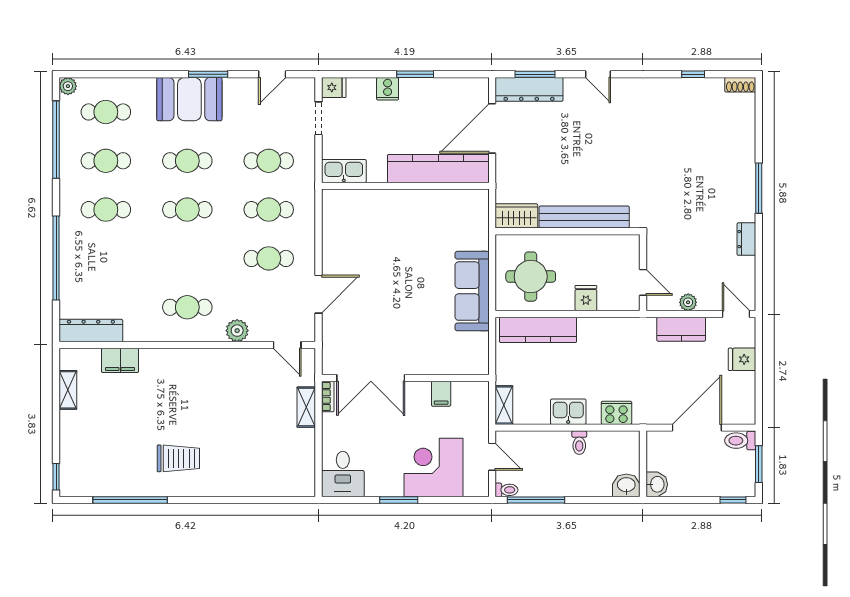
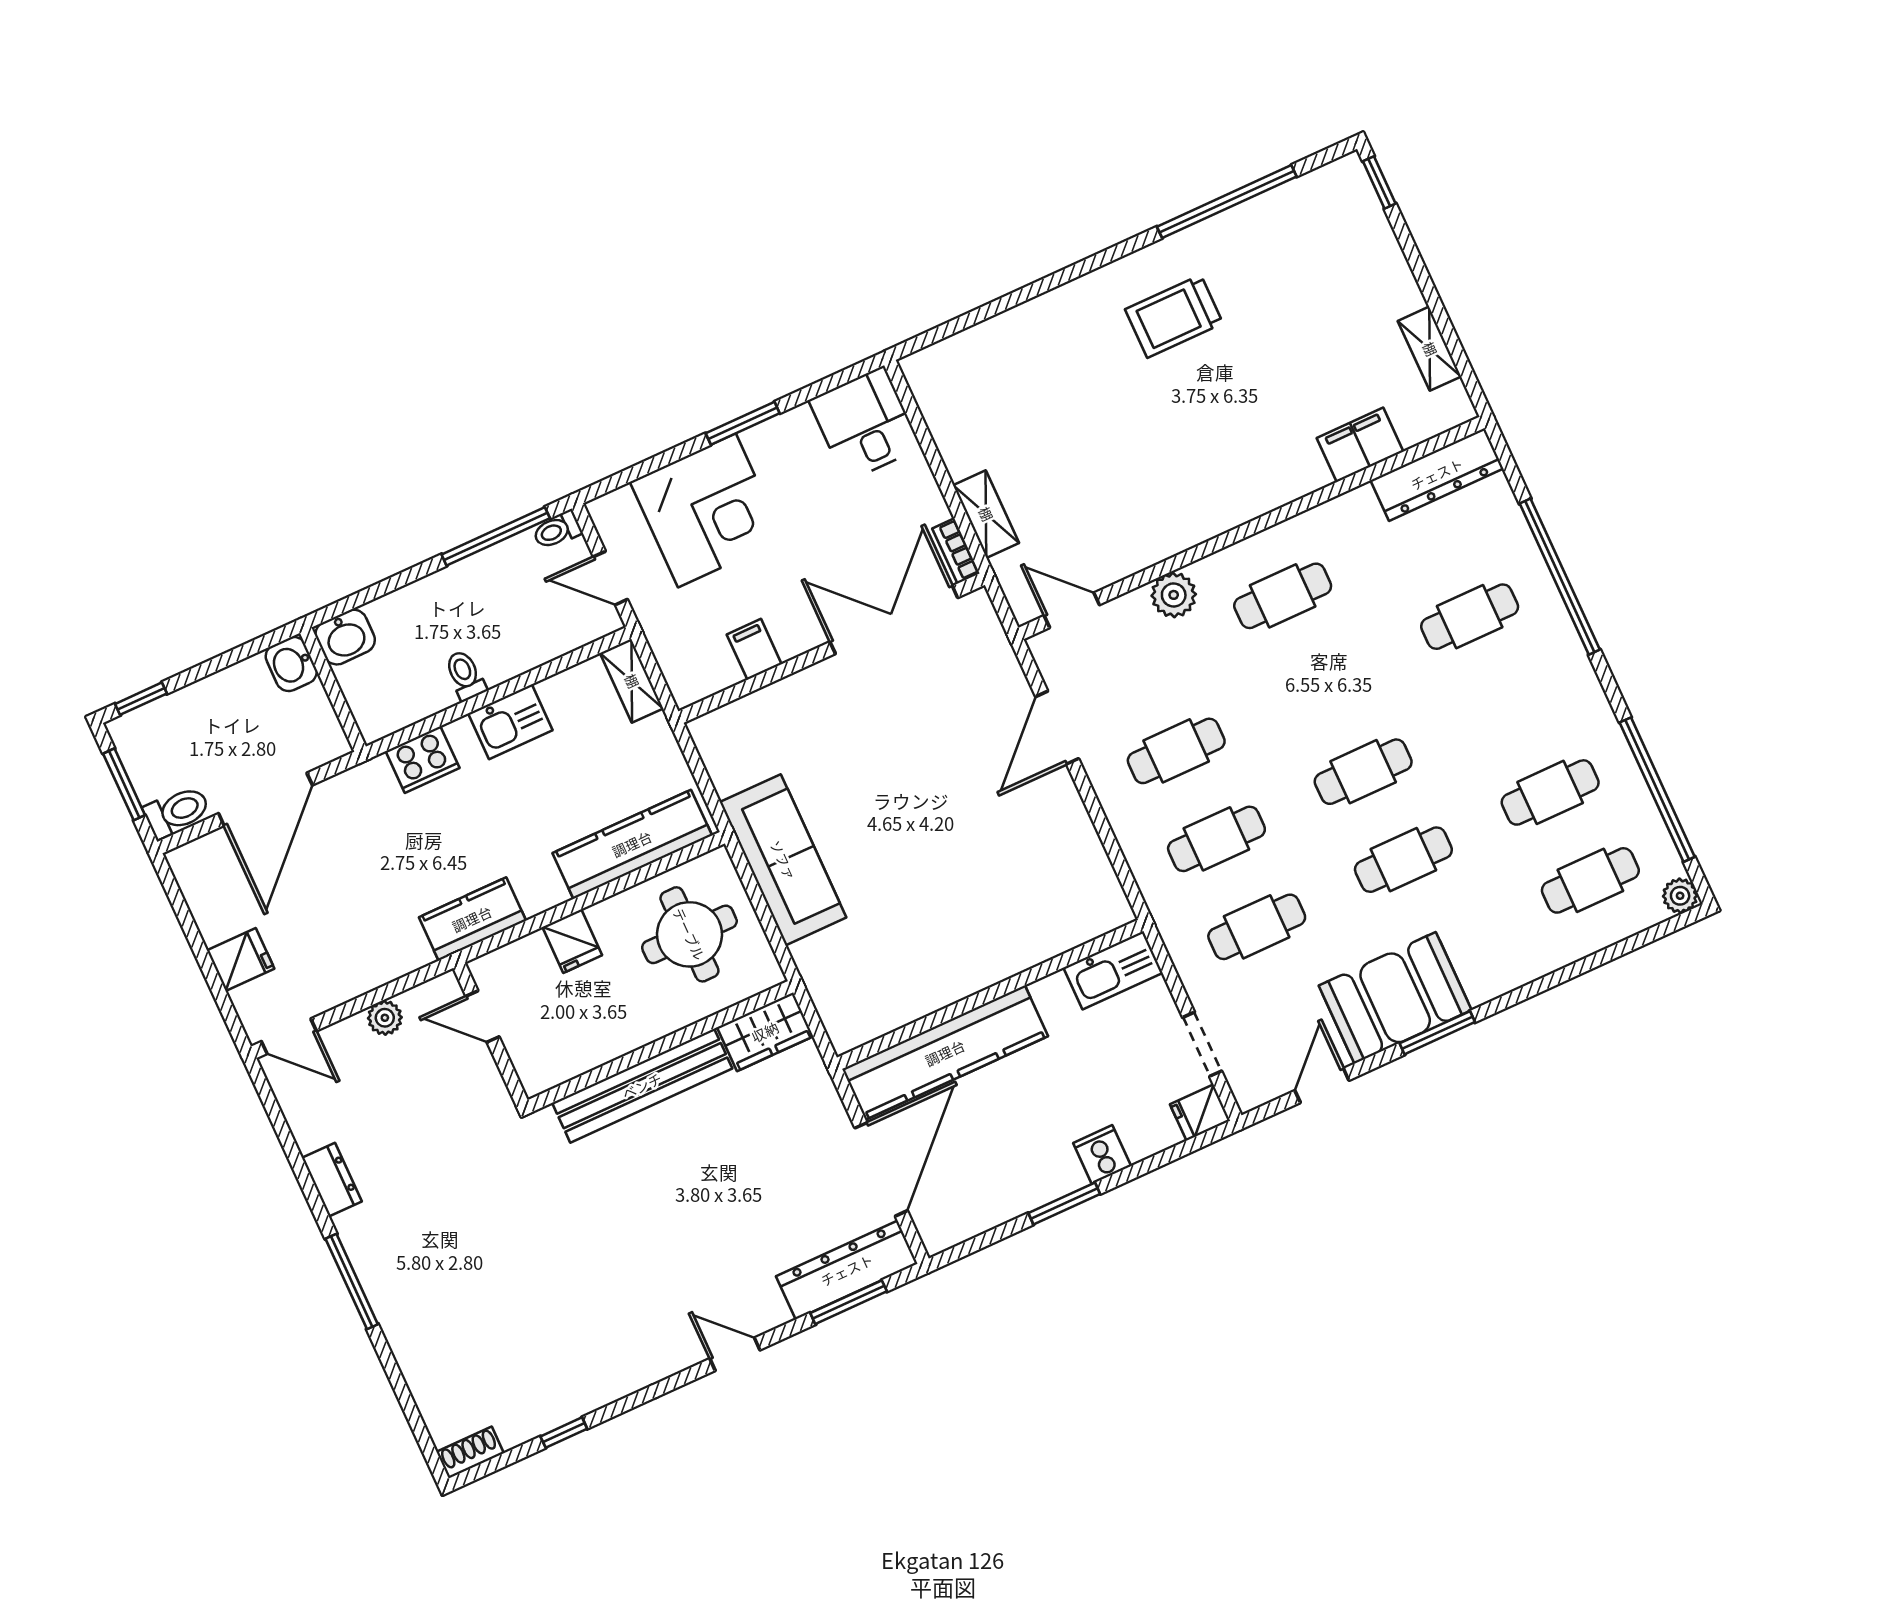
booth: (189, 99) -> (1395, 998), moved
cafe table: (106, 210) -> (1470, 617), moved
kitchen counter: (681, 329) -> (472, 919), moved

